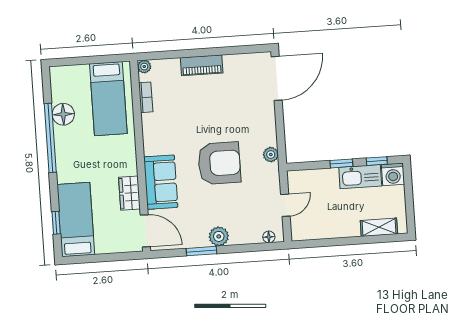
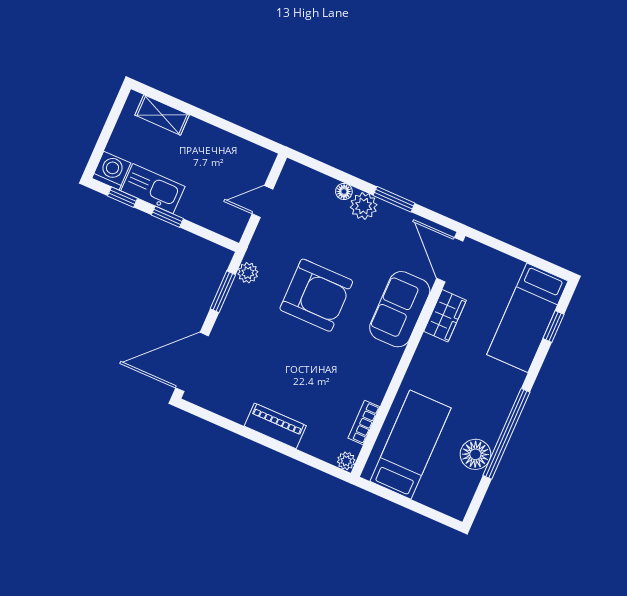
window: (280, 134) -> (223, 292), added
armchair: (219, 163) -> (316, 295), turned 180
floor lamp: (269, 237) -> (344, 192), moved

